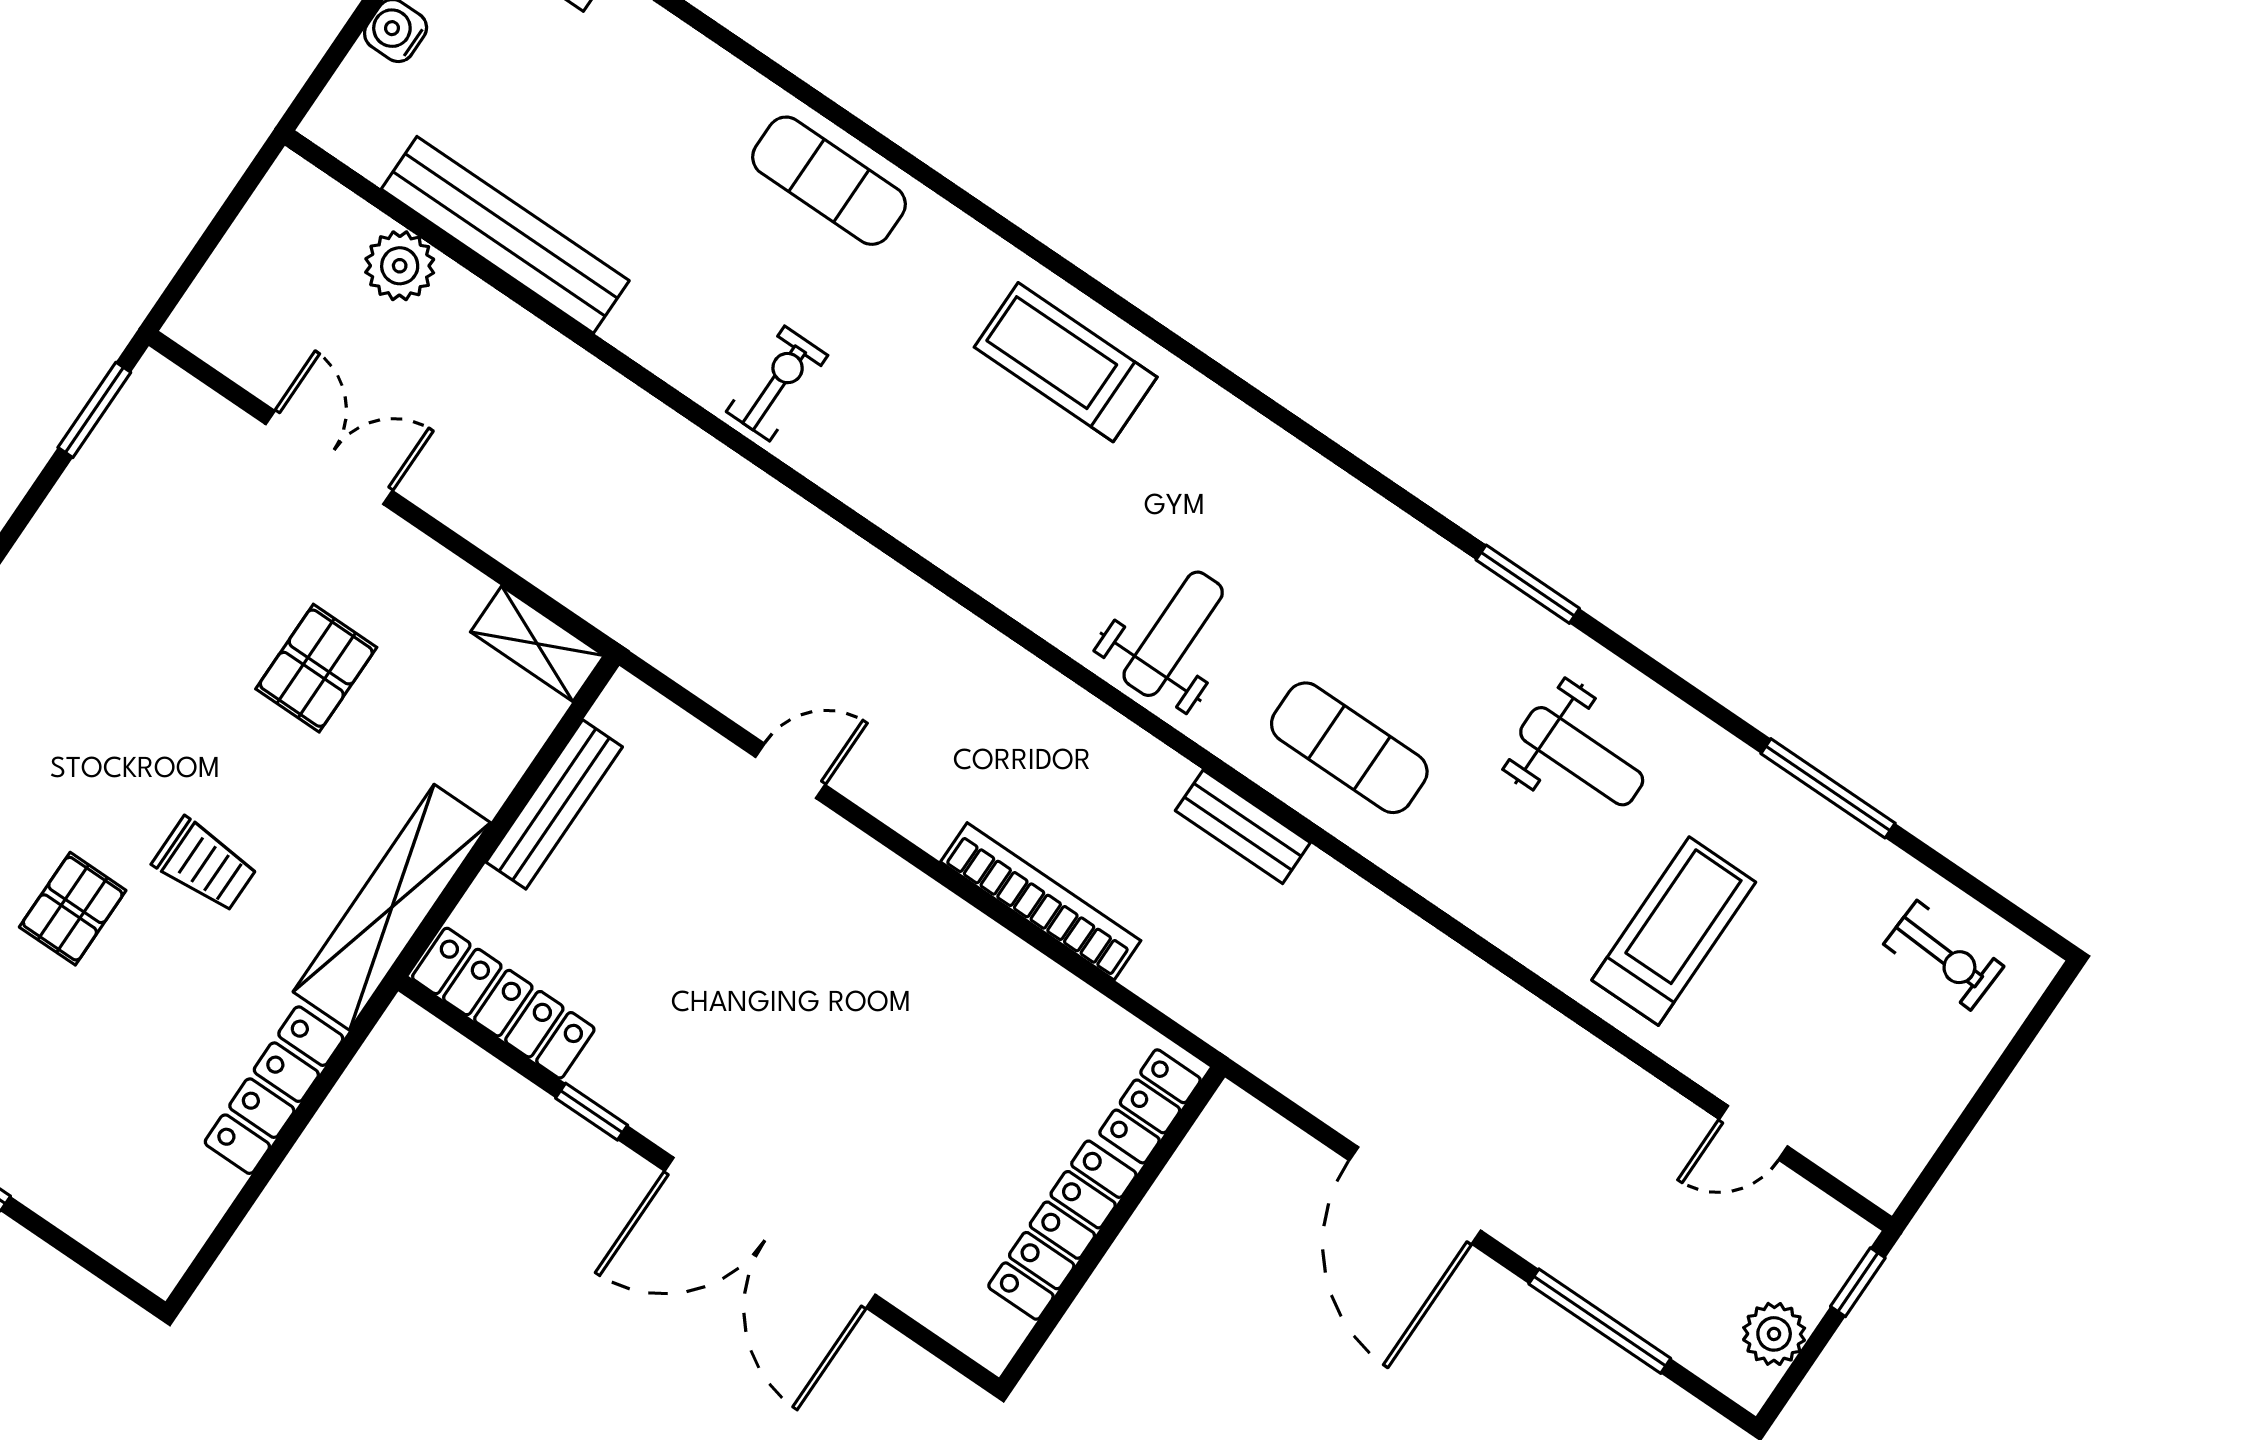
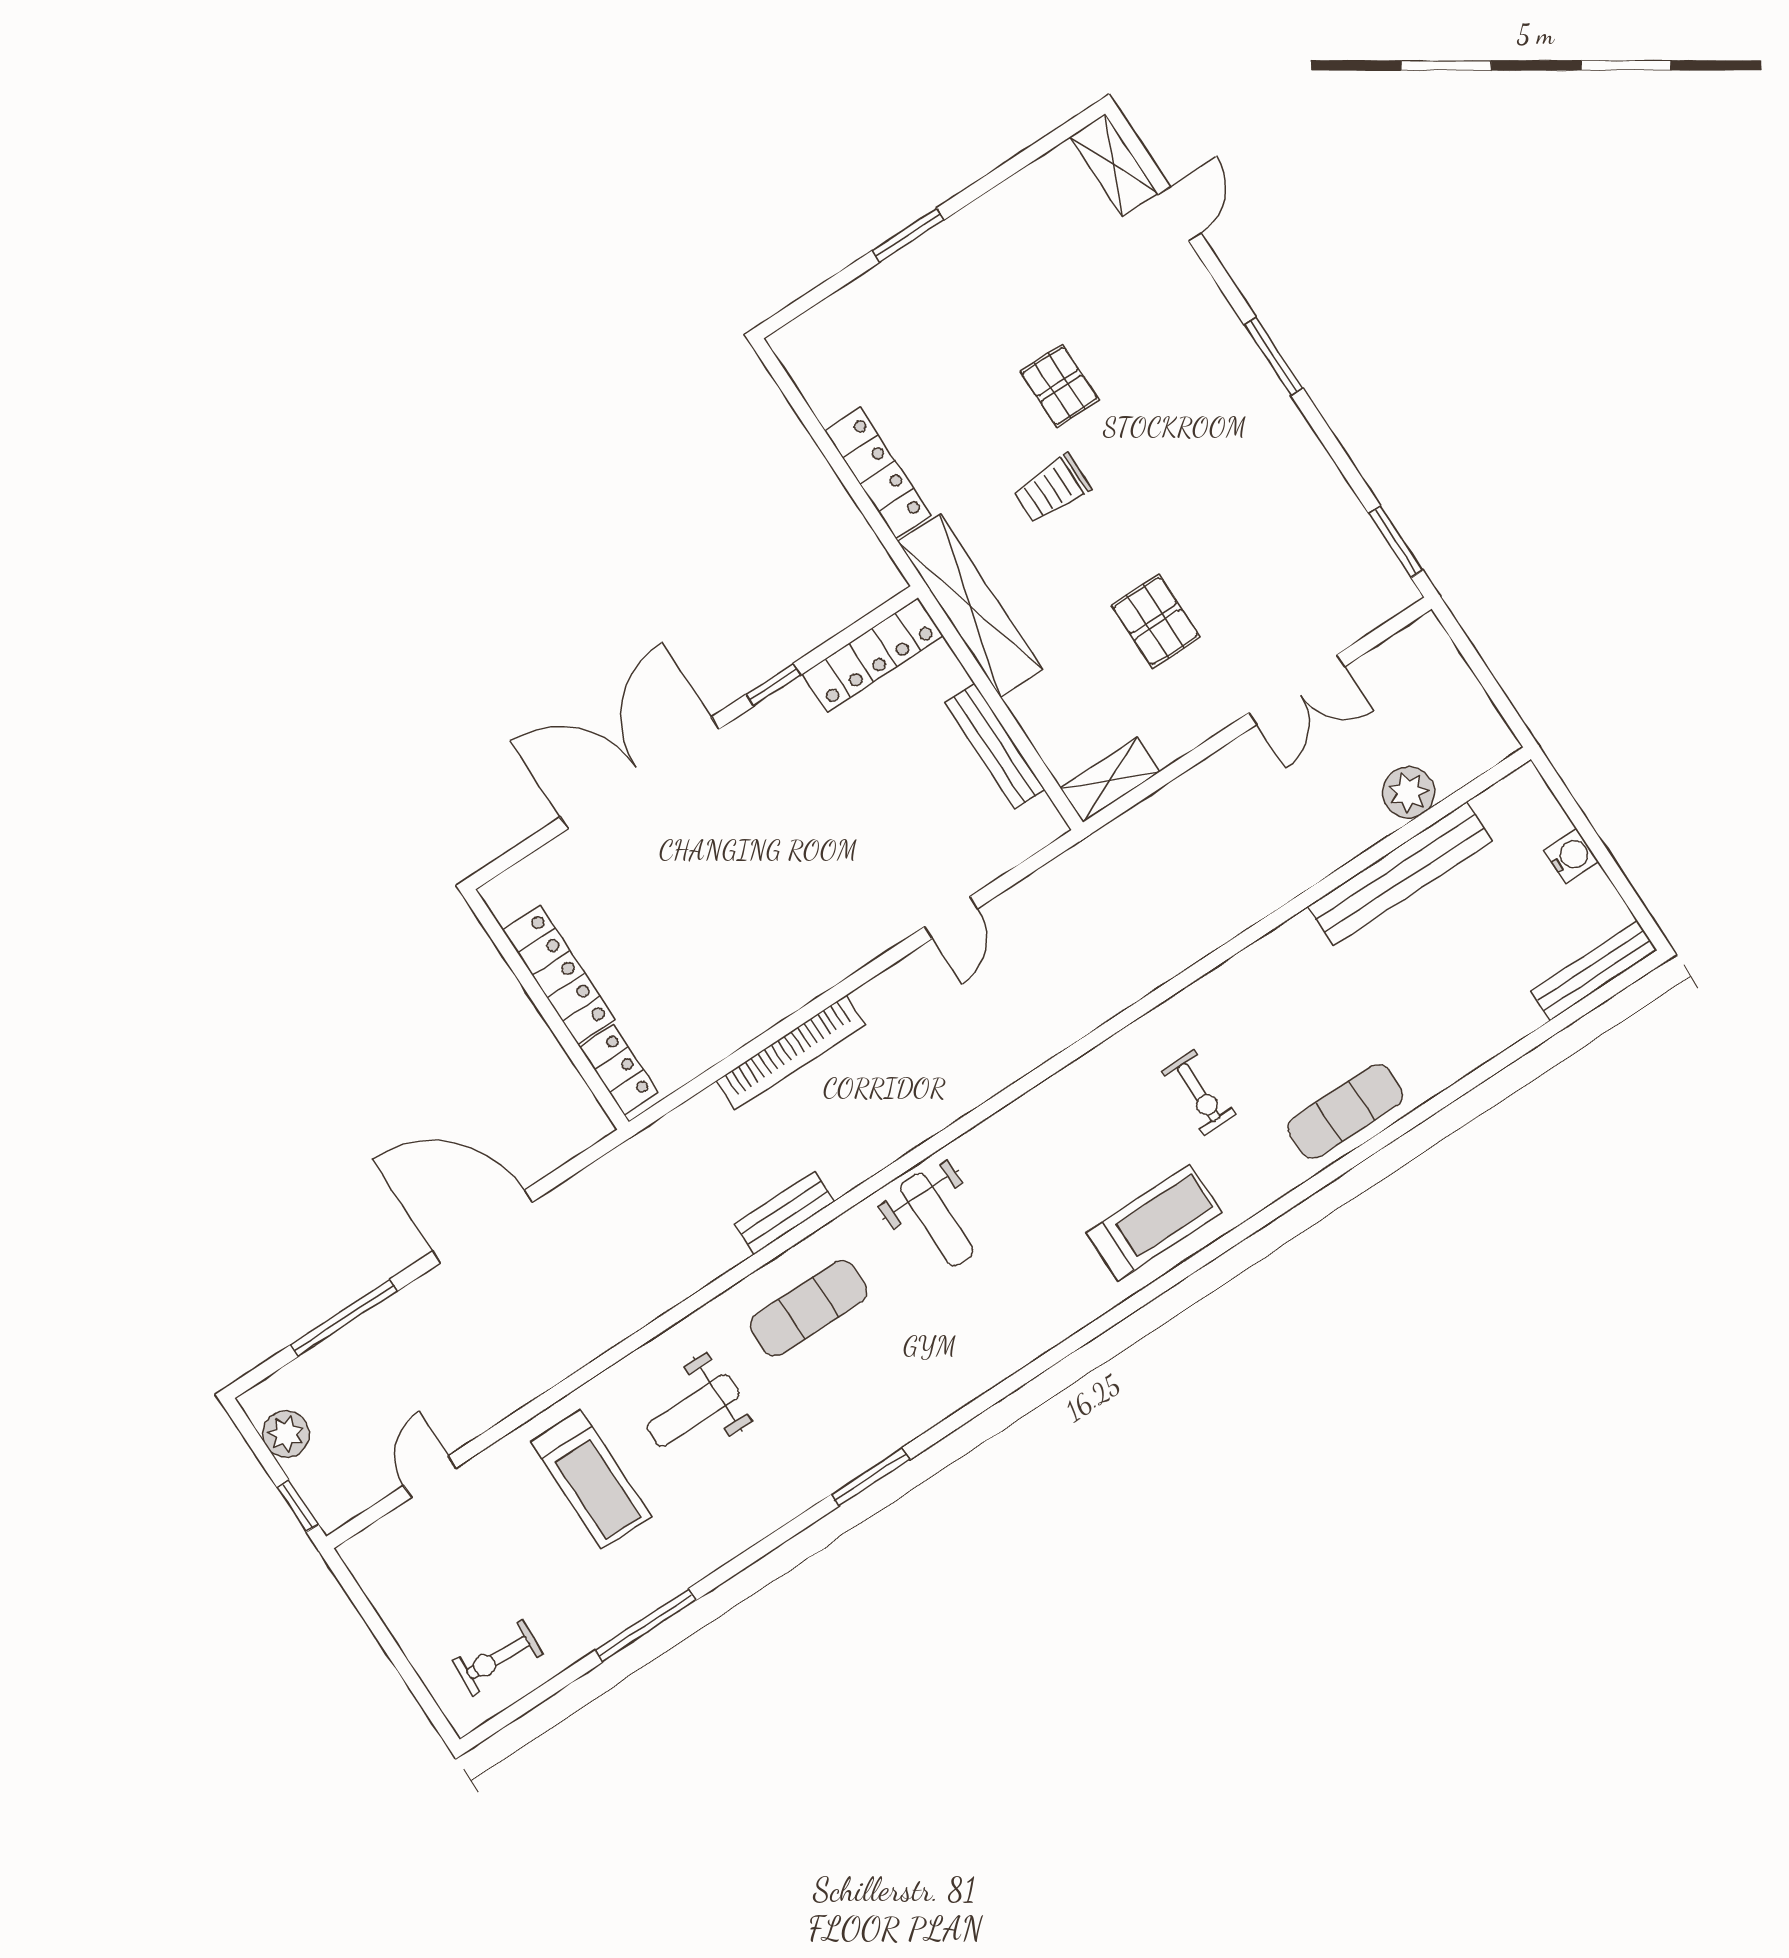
exercise bike: (777, 384) -> (1199, 1093), moved
weight bench: (1582, 756) -> (693, 1410), moved

